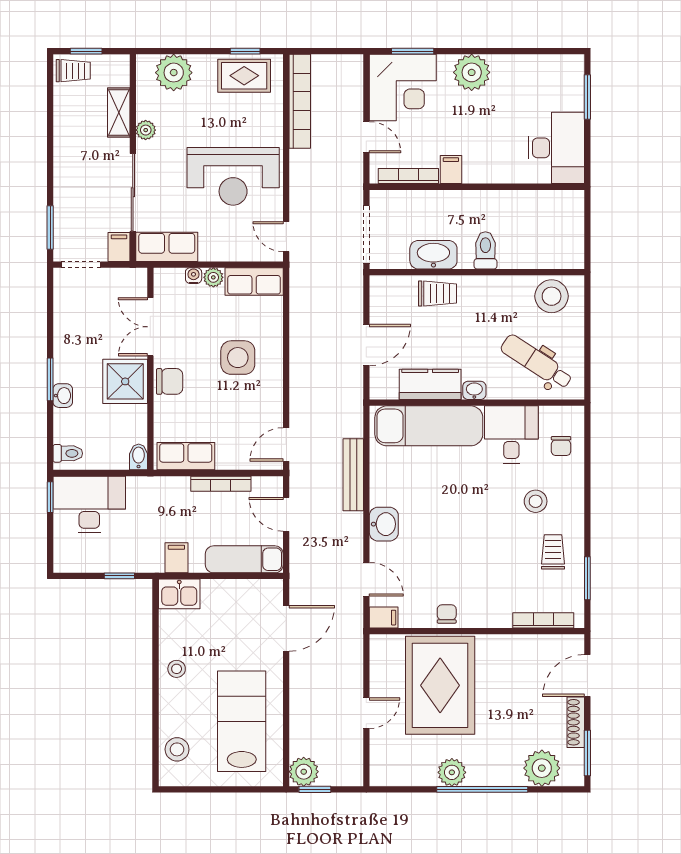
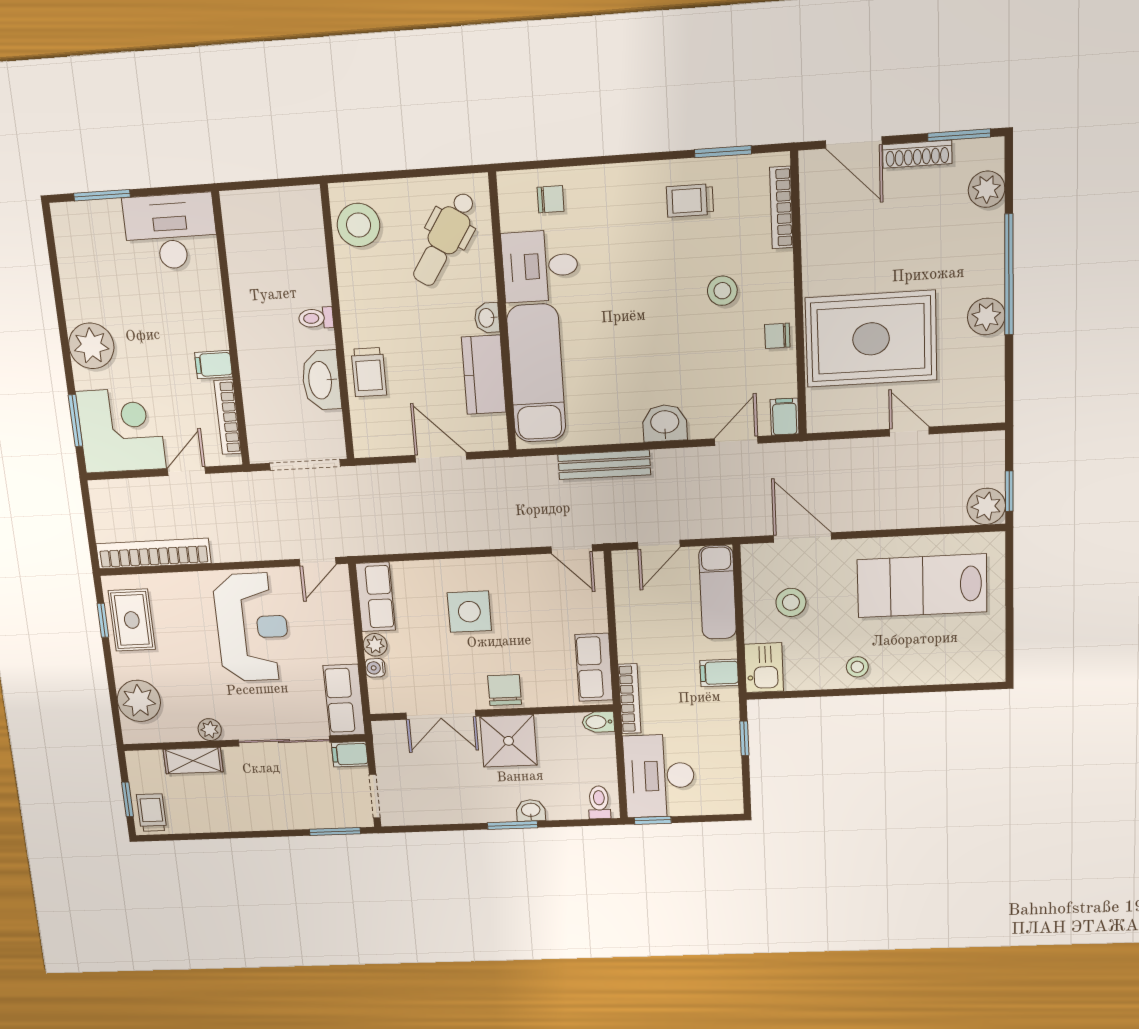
toilet: (485, 250) -> (316, 318), width x0.73, depth x0.72
trolley: (438, 293) -> (369, 372), turned 180
bookcase: (221, 484) -> (629, 699), moved
stool: (536, 501) -> (722, 291), moved
stool: (177, 749) -> (791, 602), moved
plant: (542, 768) -> (987, 189), width x0.73, depth x0.73

